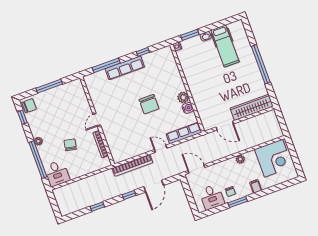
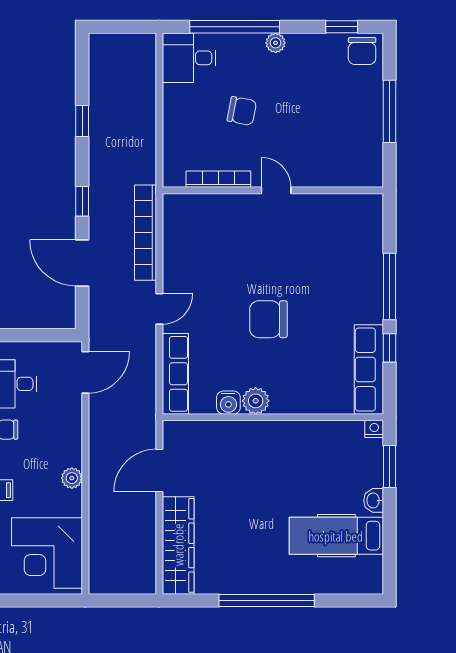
window: (106, 65) -> (389, 287), moved
row of seats: (125, 68) -> (369, 370), moved

